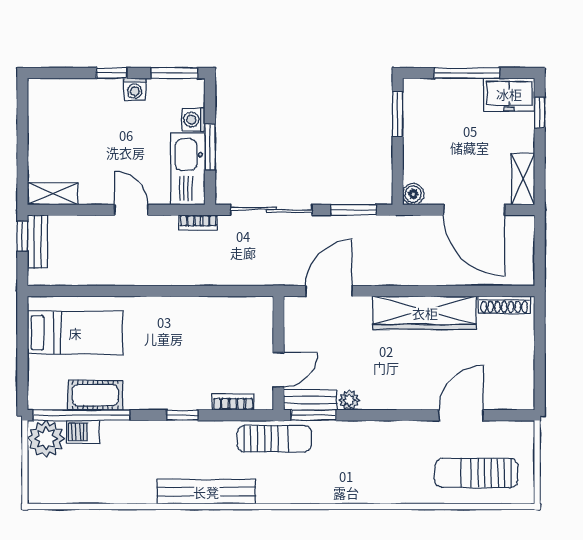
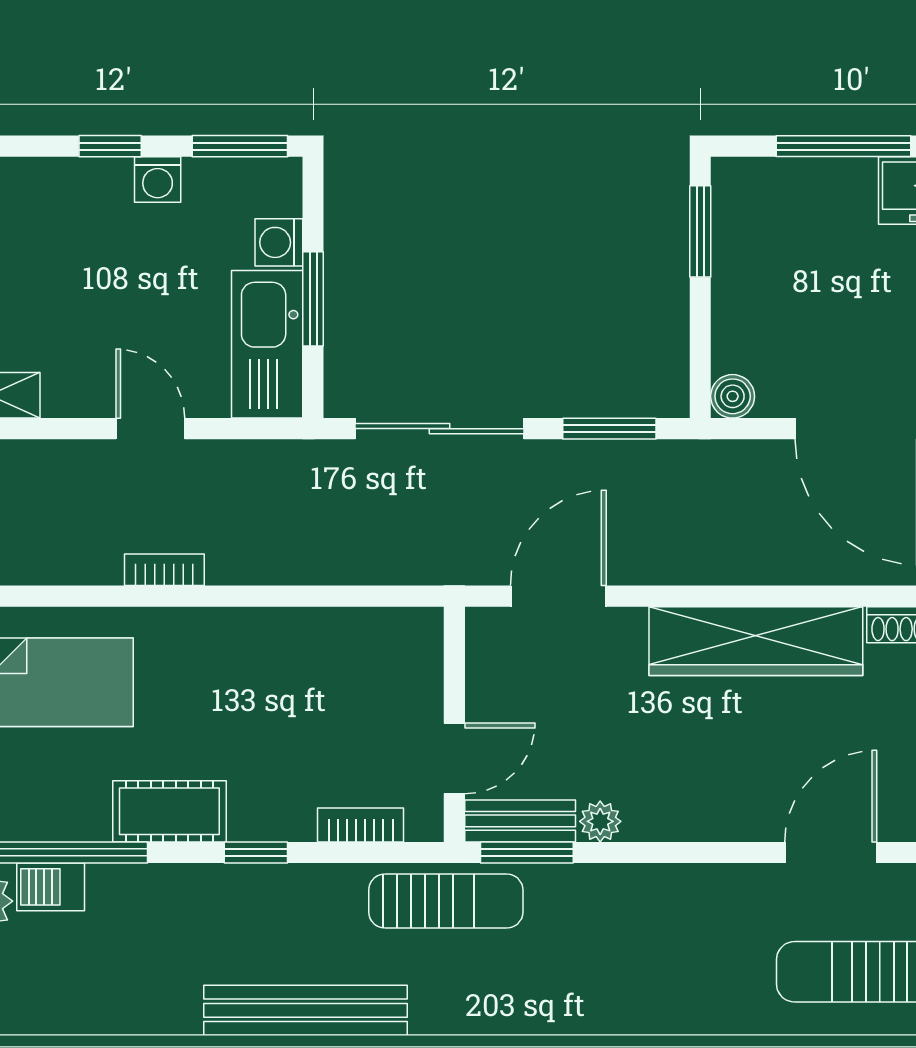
bookcase: (198, 223) -> (164, 570), moved, turned 180
cot: (95, 395) -> (169, 811), moved

